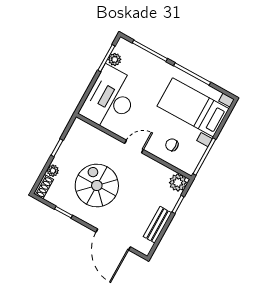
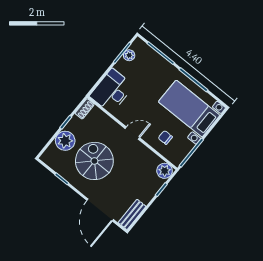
desk: (110, 99) -> (112, 91), width x0.73, depth x0.77
plant: (53, 171) -> (65, 141), width x1.88, depth x1.88
shoe rack: (44, 186) -> (85, 109), moved
bench: (157, 225) -> (132, 214), moved

